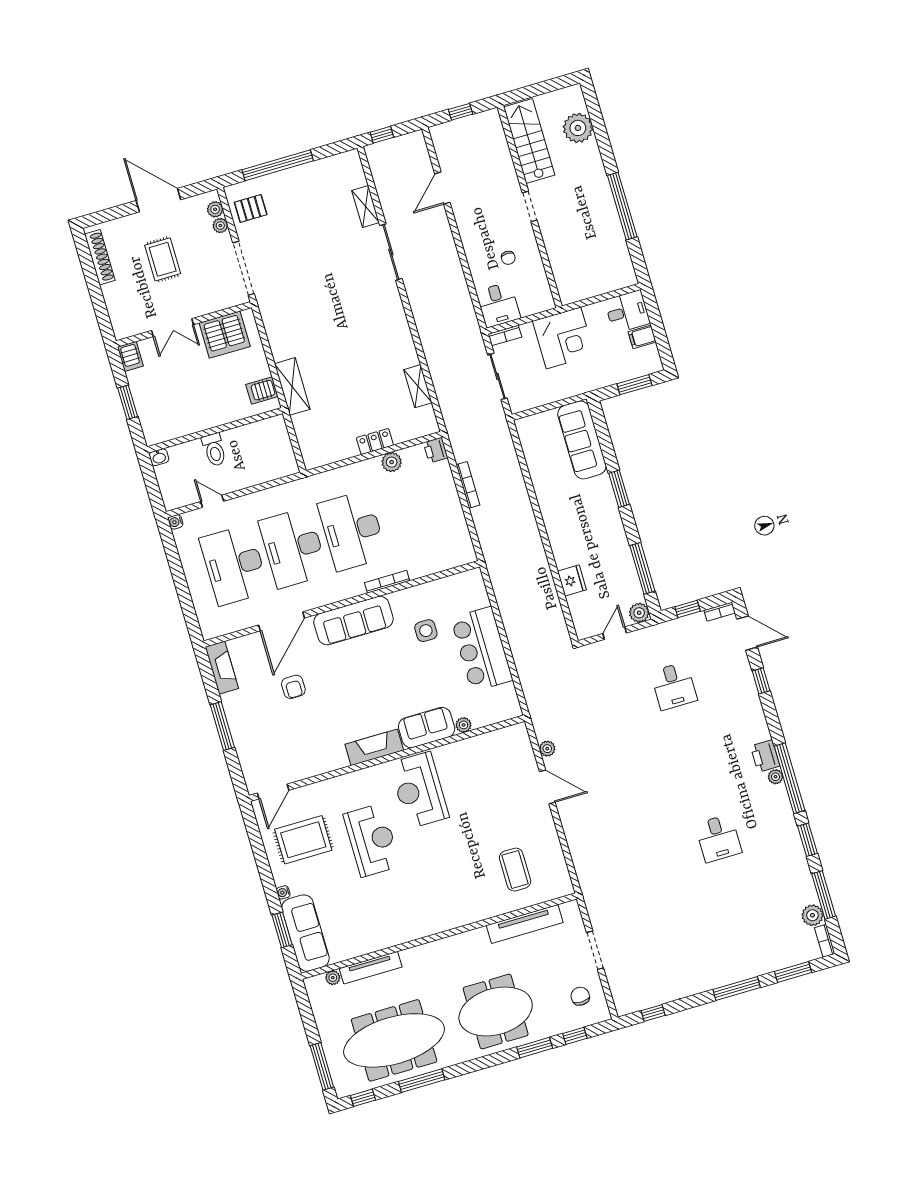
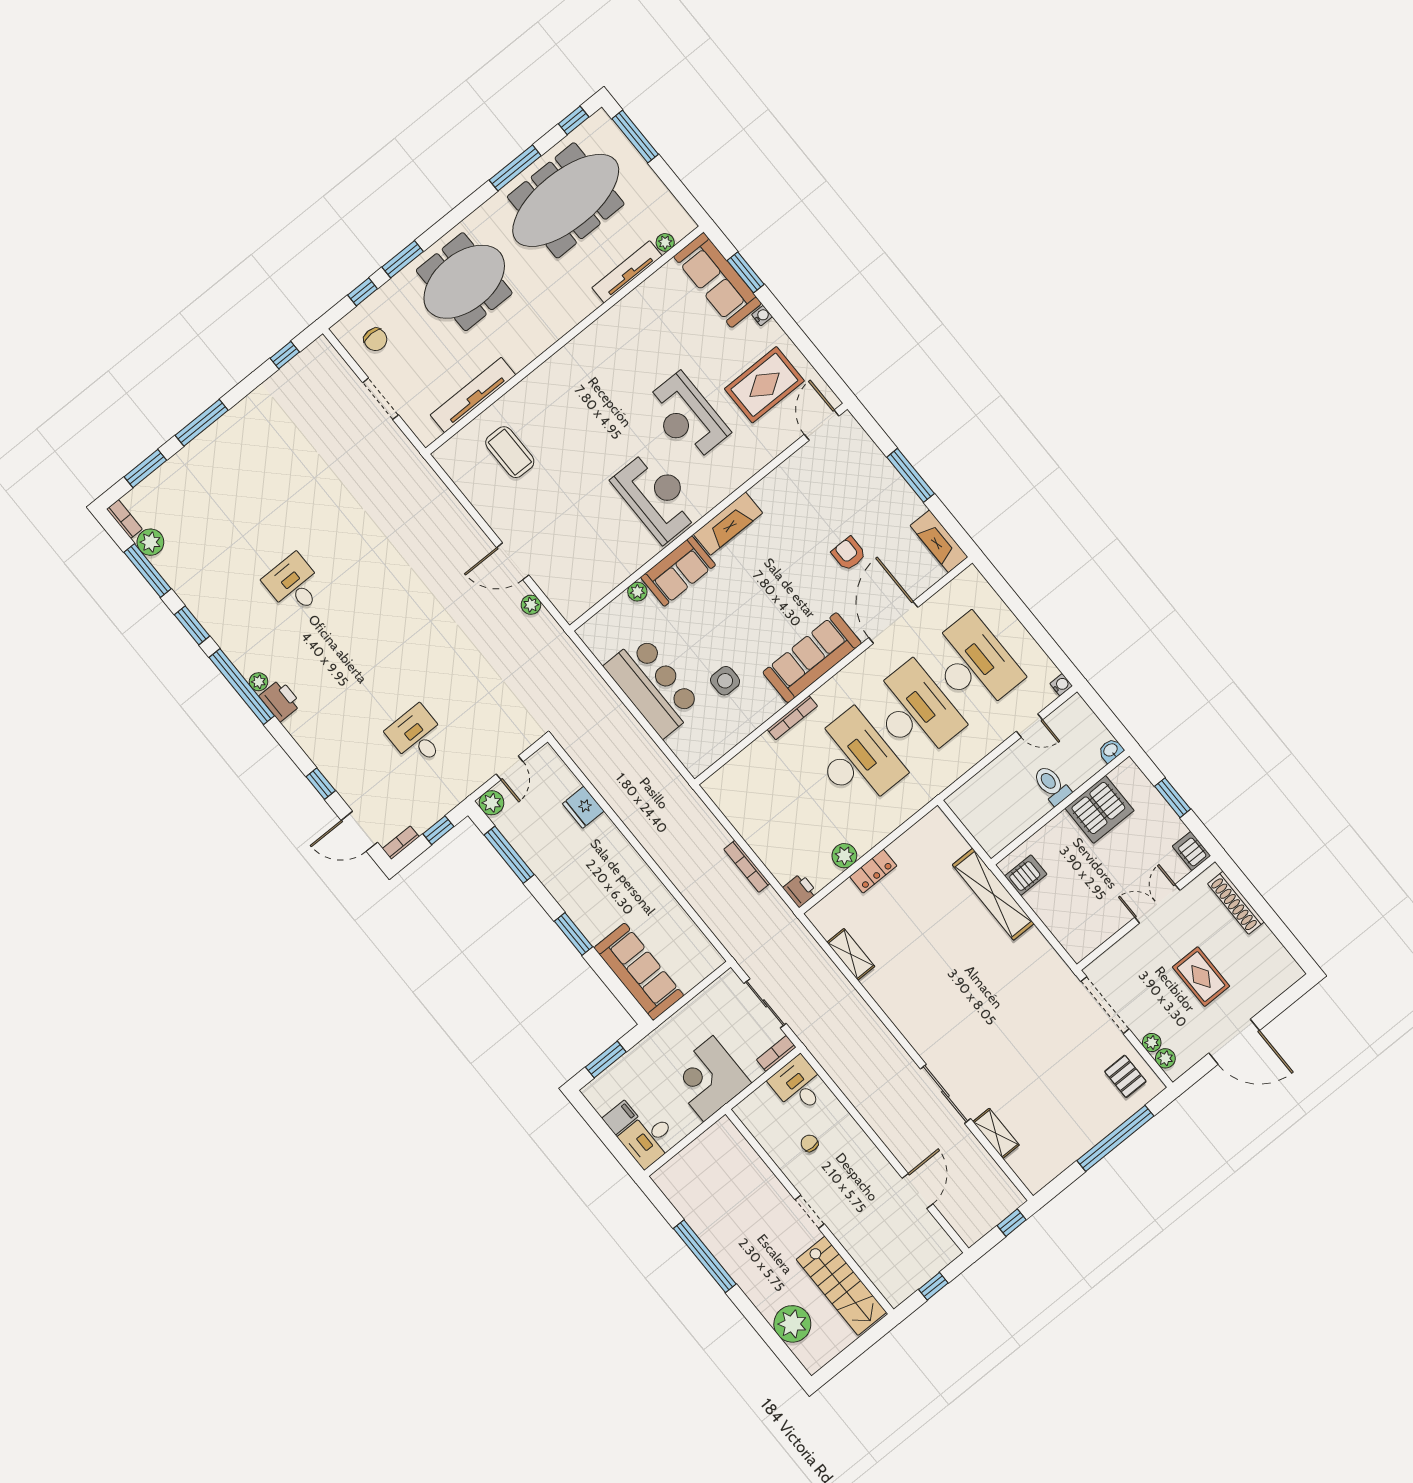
pallet: (251, 208) -> (1125, 1076), turned 90
shoe rack: (100, 257) -> (1236, 903), moved
server rack: (225, 335) -> (1100, 809), moved, turned 180
shelving: (292, 386) -> (993, 894), width x1.47

